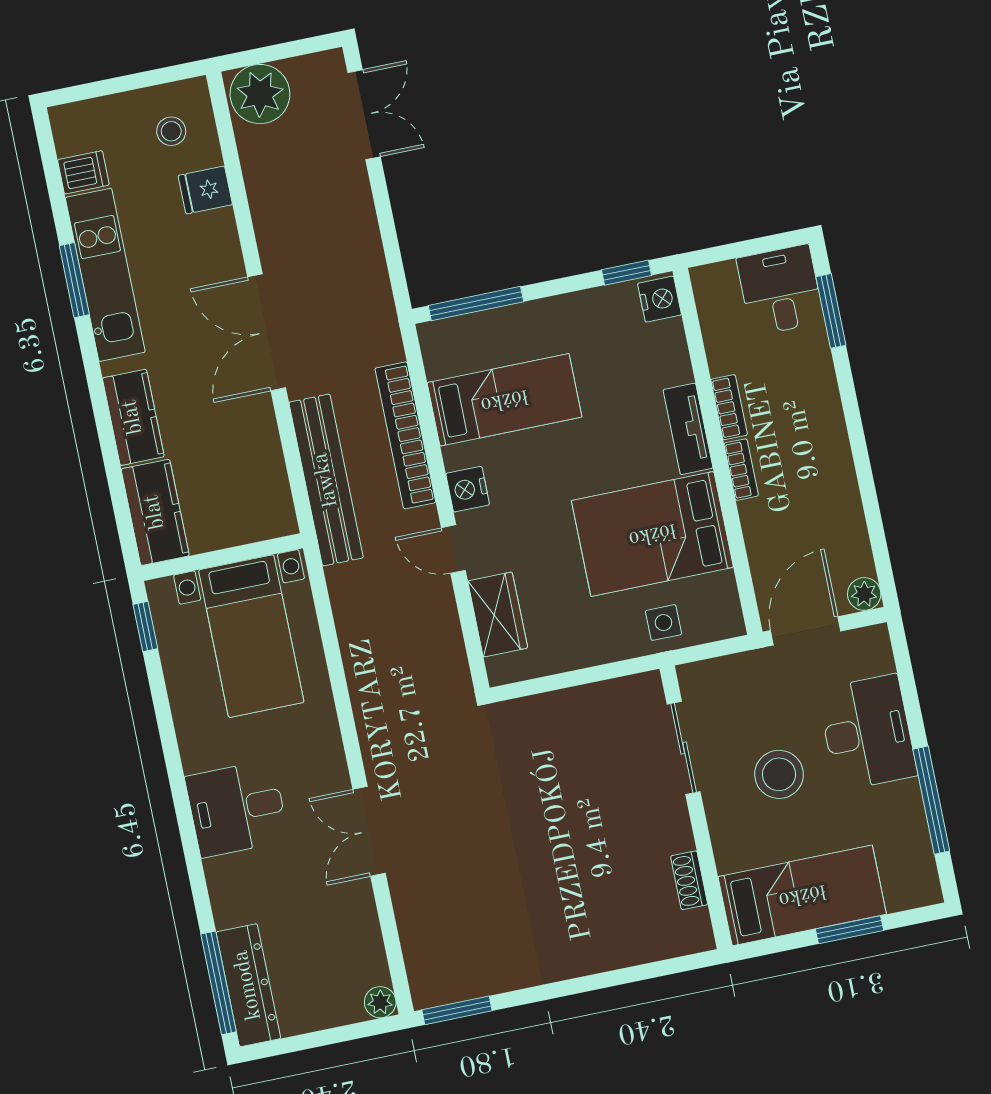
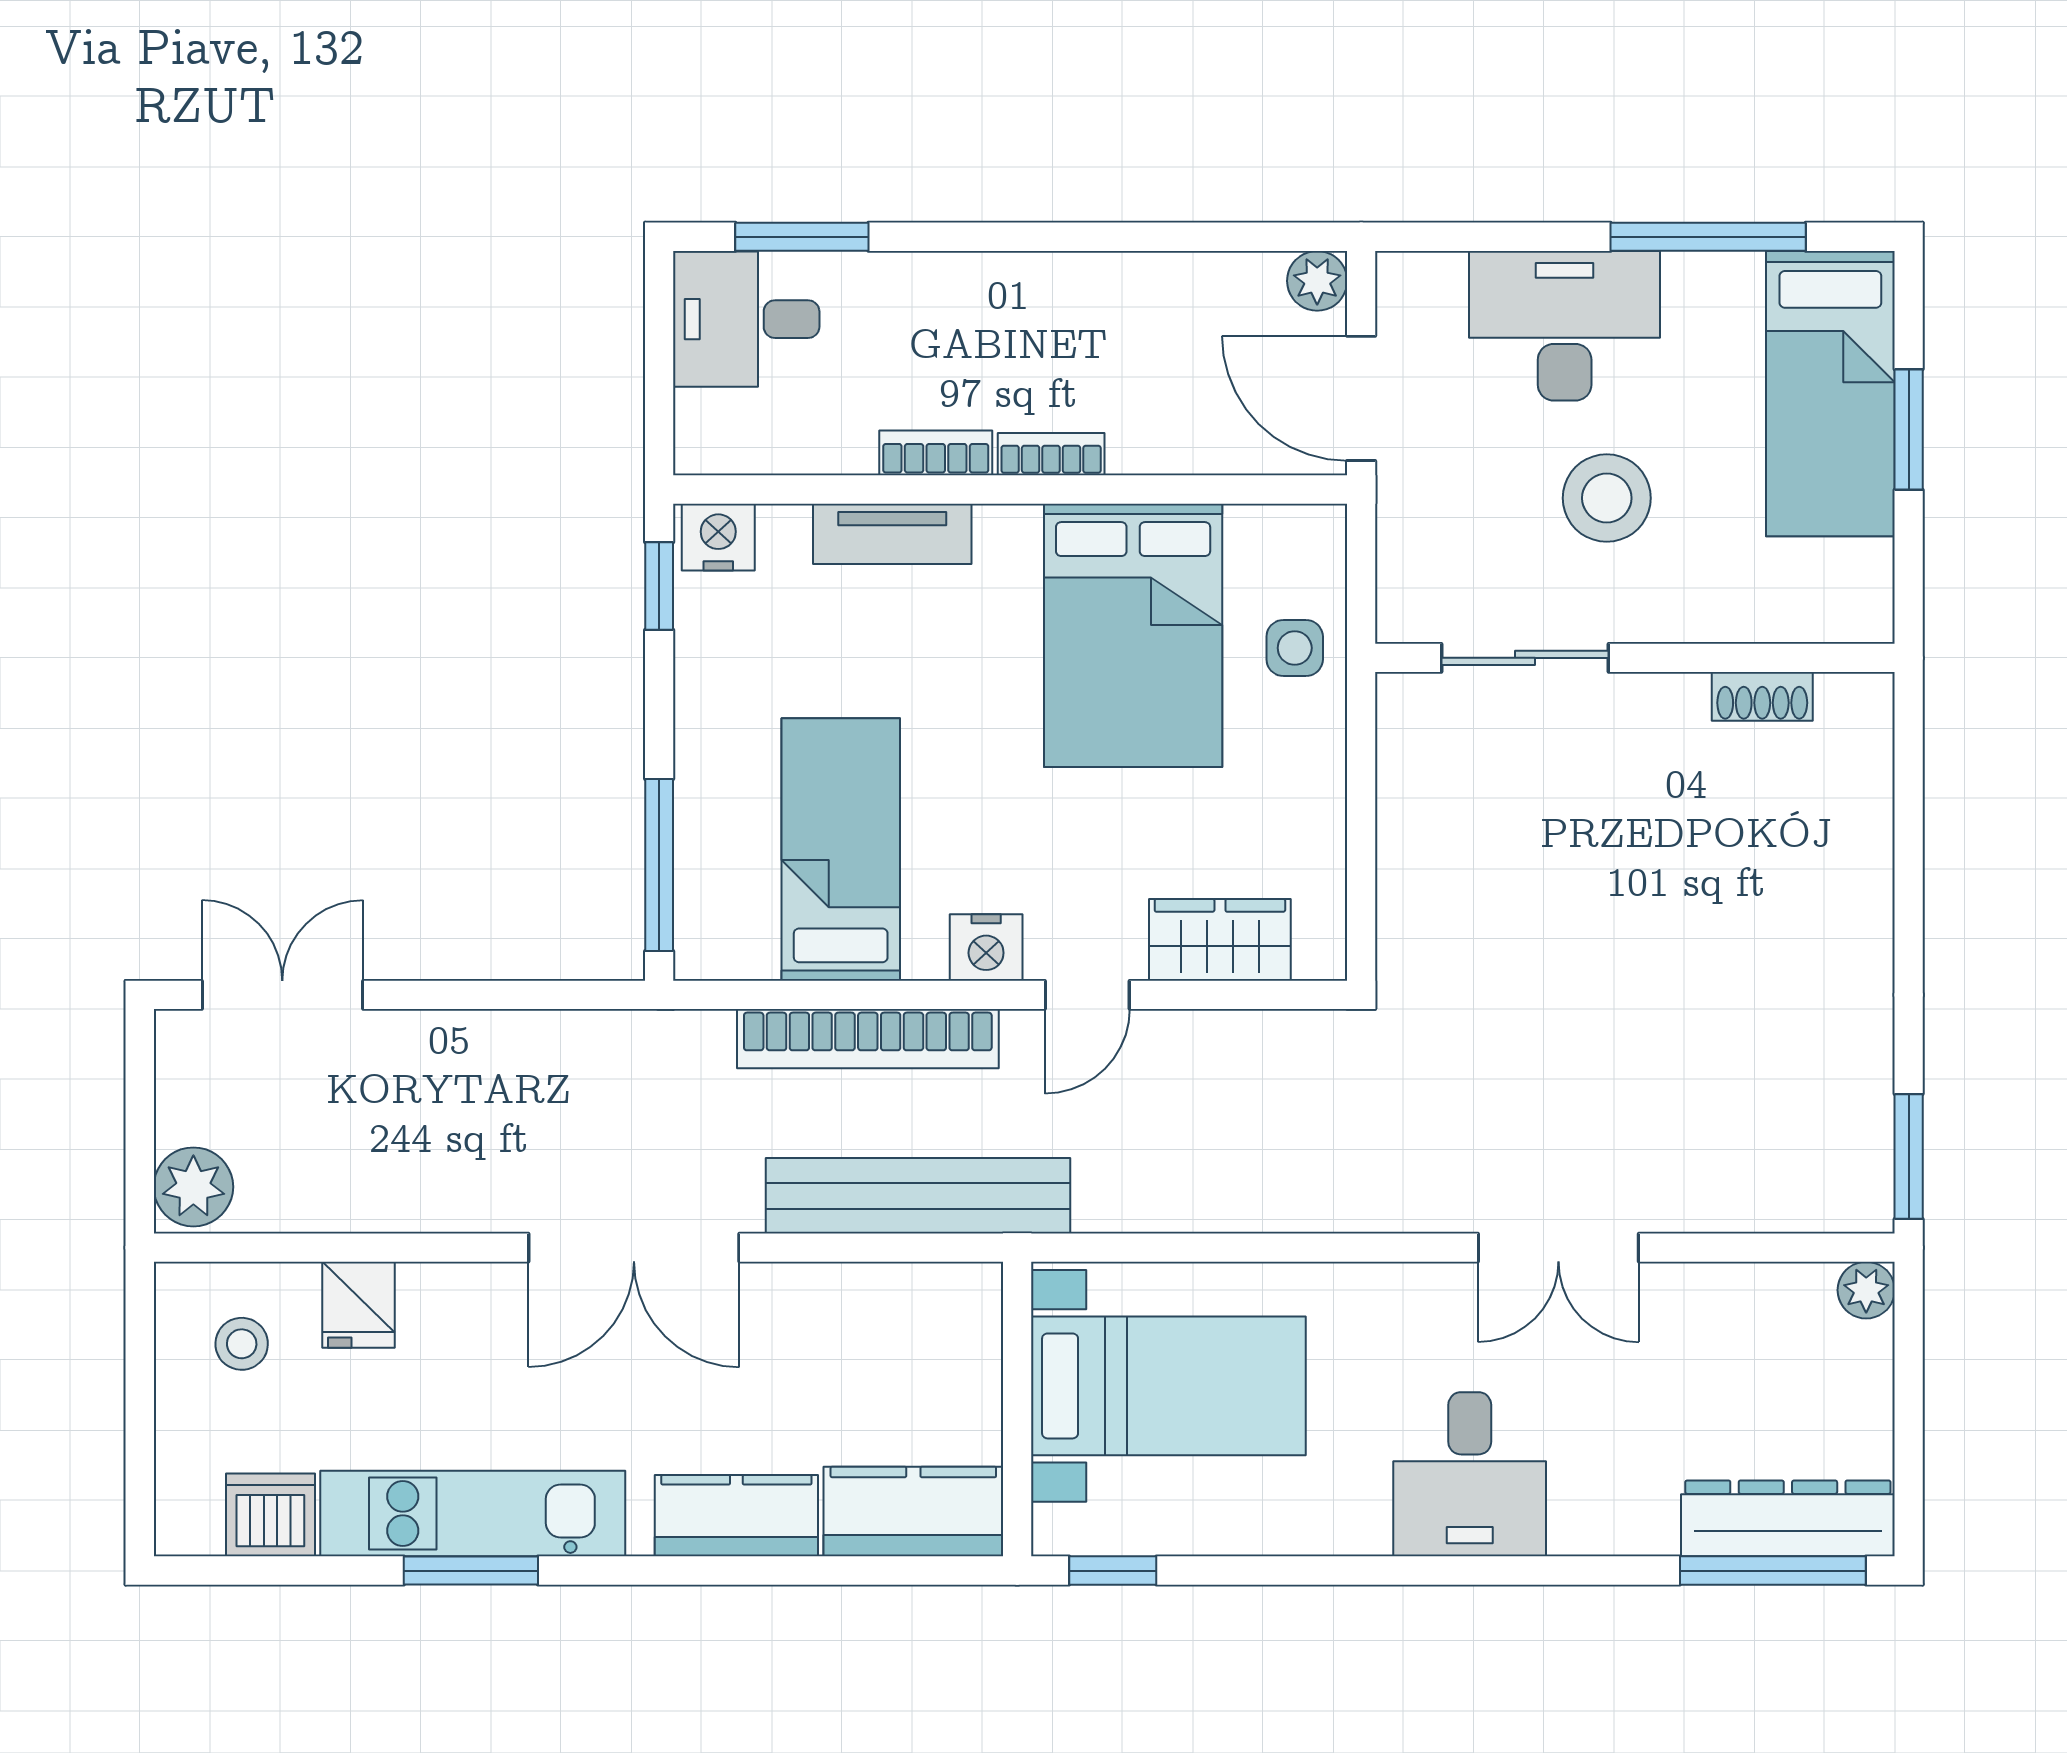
plant: (260, 94) -> (193, 1187), width x0.73, depth x0.73
dishwasher: (83, 172) -> (270, 1515), width x1.38
tv unit: (688, 429) -> (892, 534), moved
bed: (802, 895) -> (1830, 394), moved, turned 180

